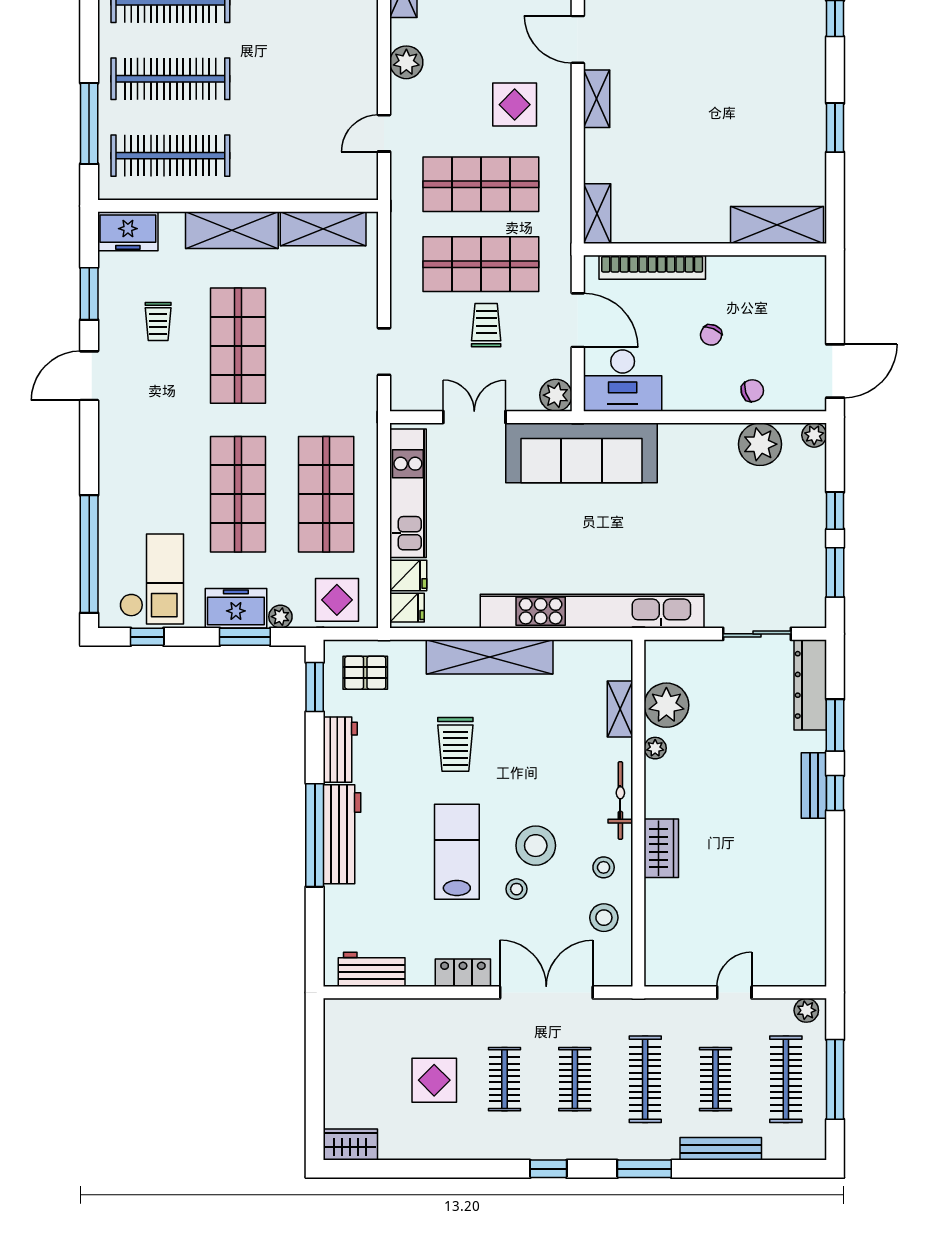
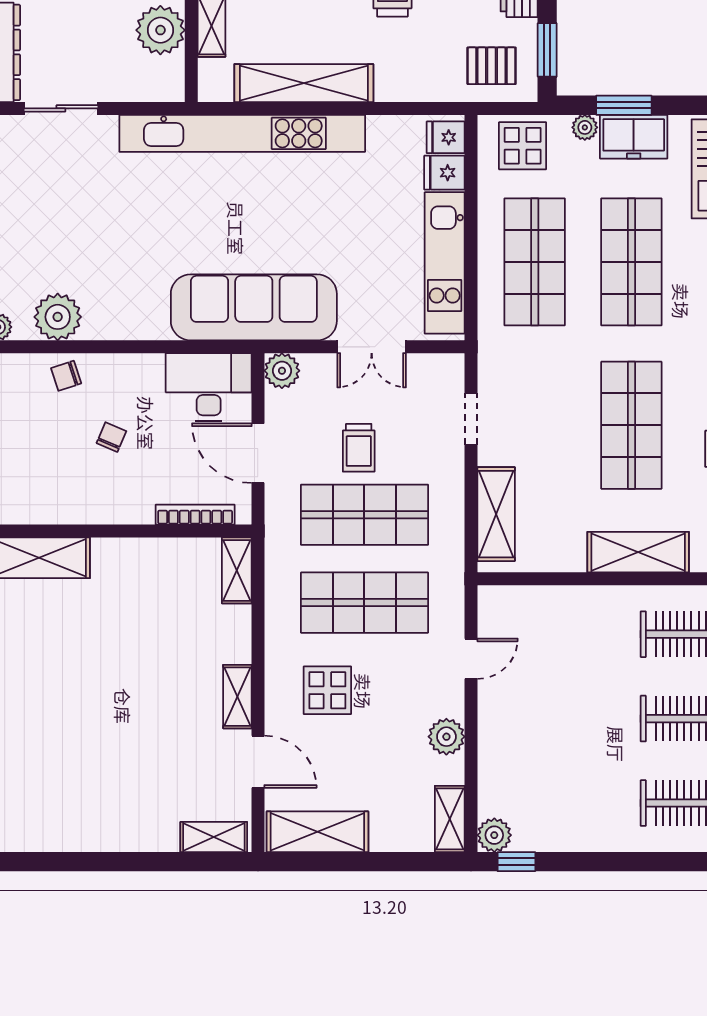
shelving: (323, 229) -> (496, 514), moved, turned 90
bookcase: (652, 267) -> (195, 515), width x0.68, depth x0.76
shelving: (490, 657) -> (304, 83), moved

